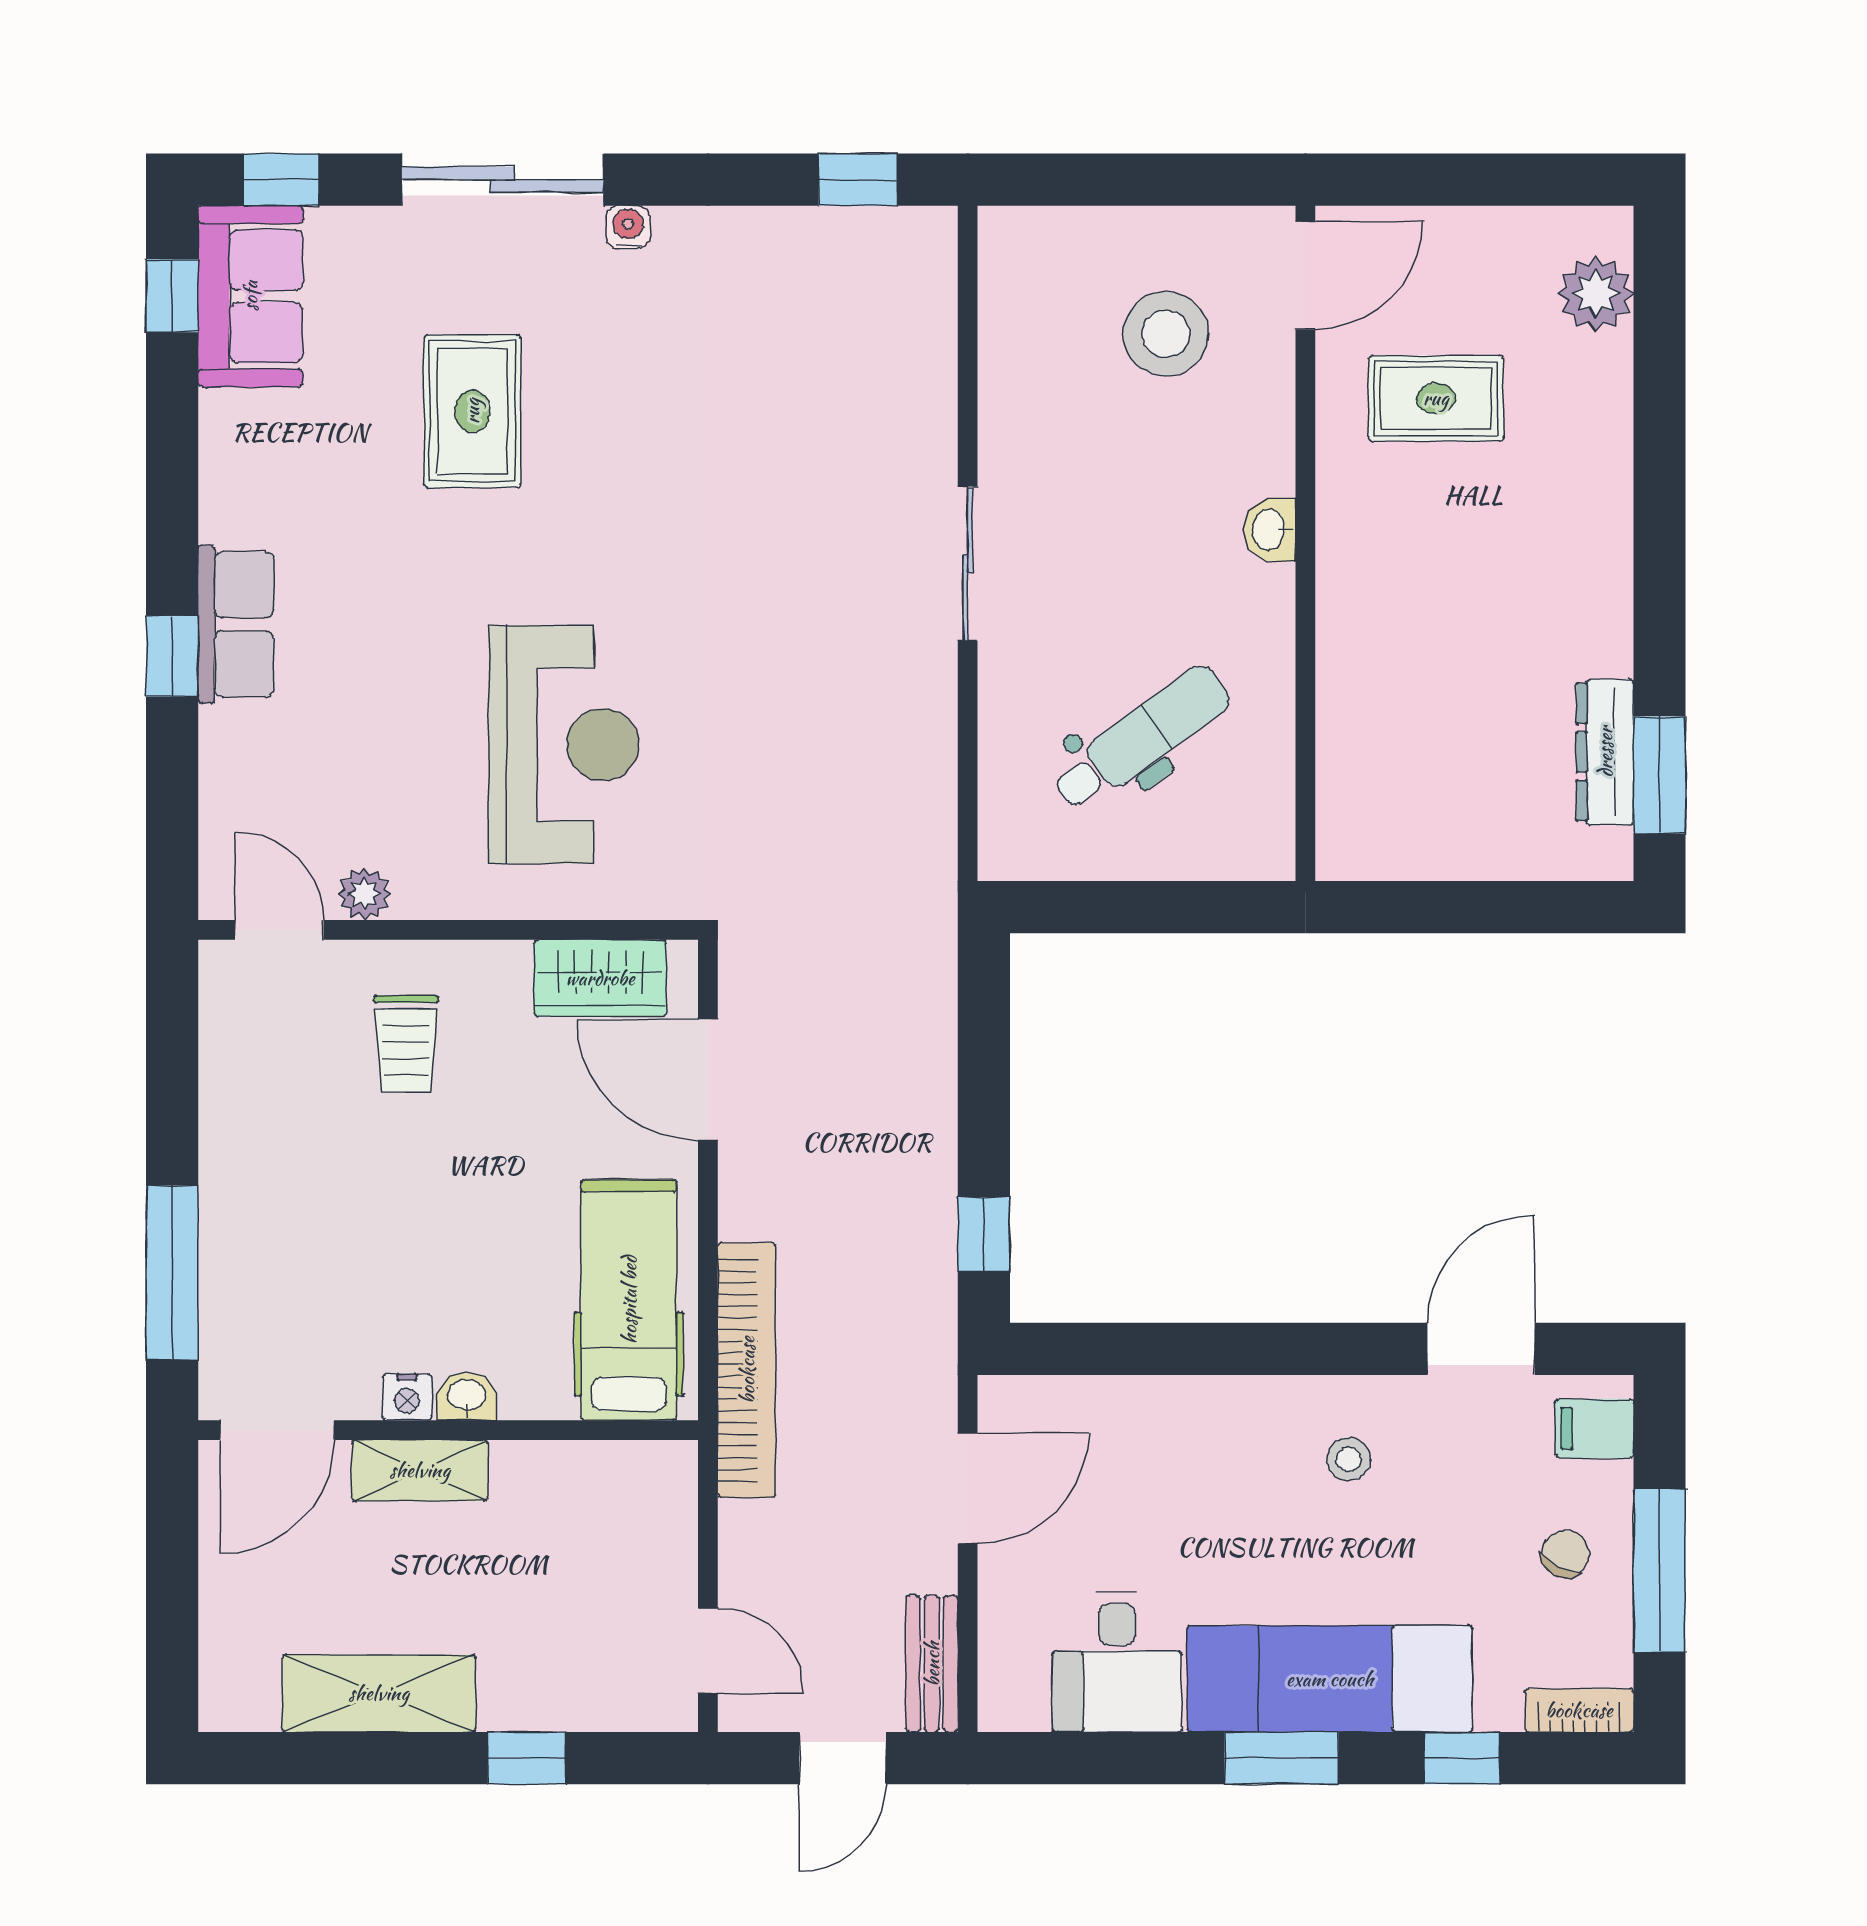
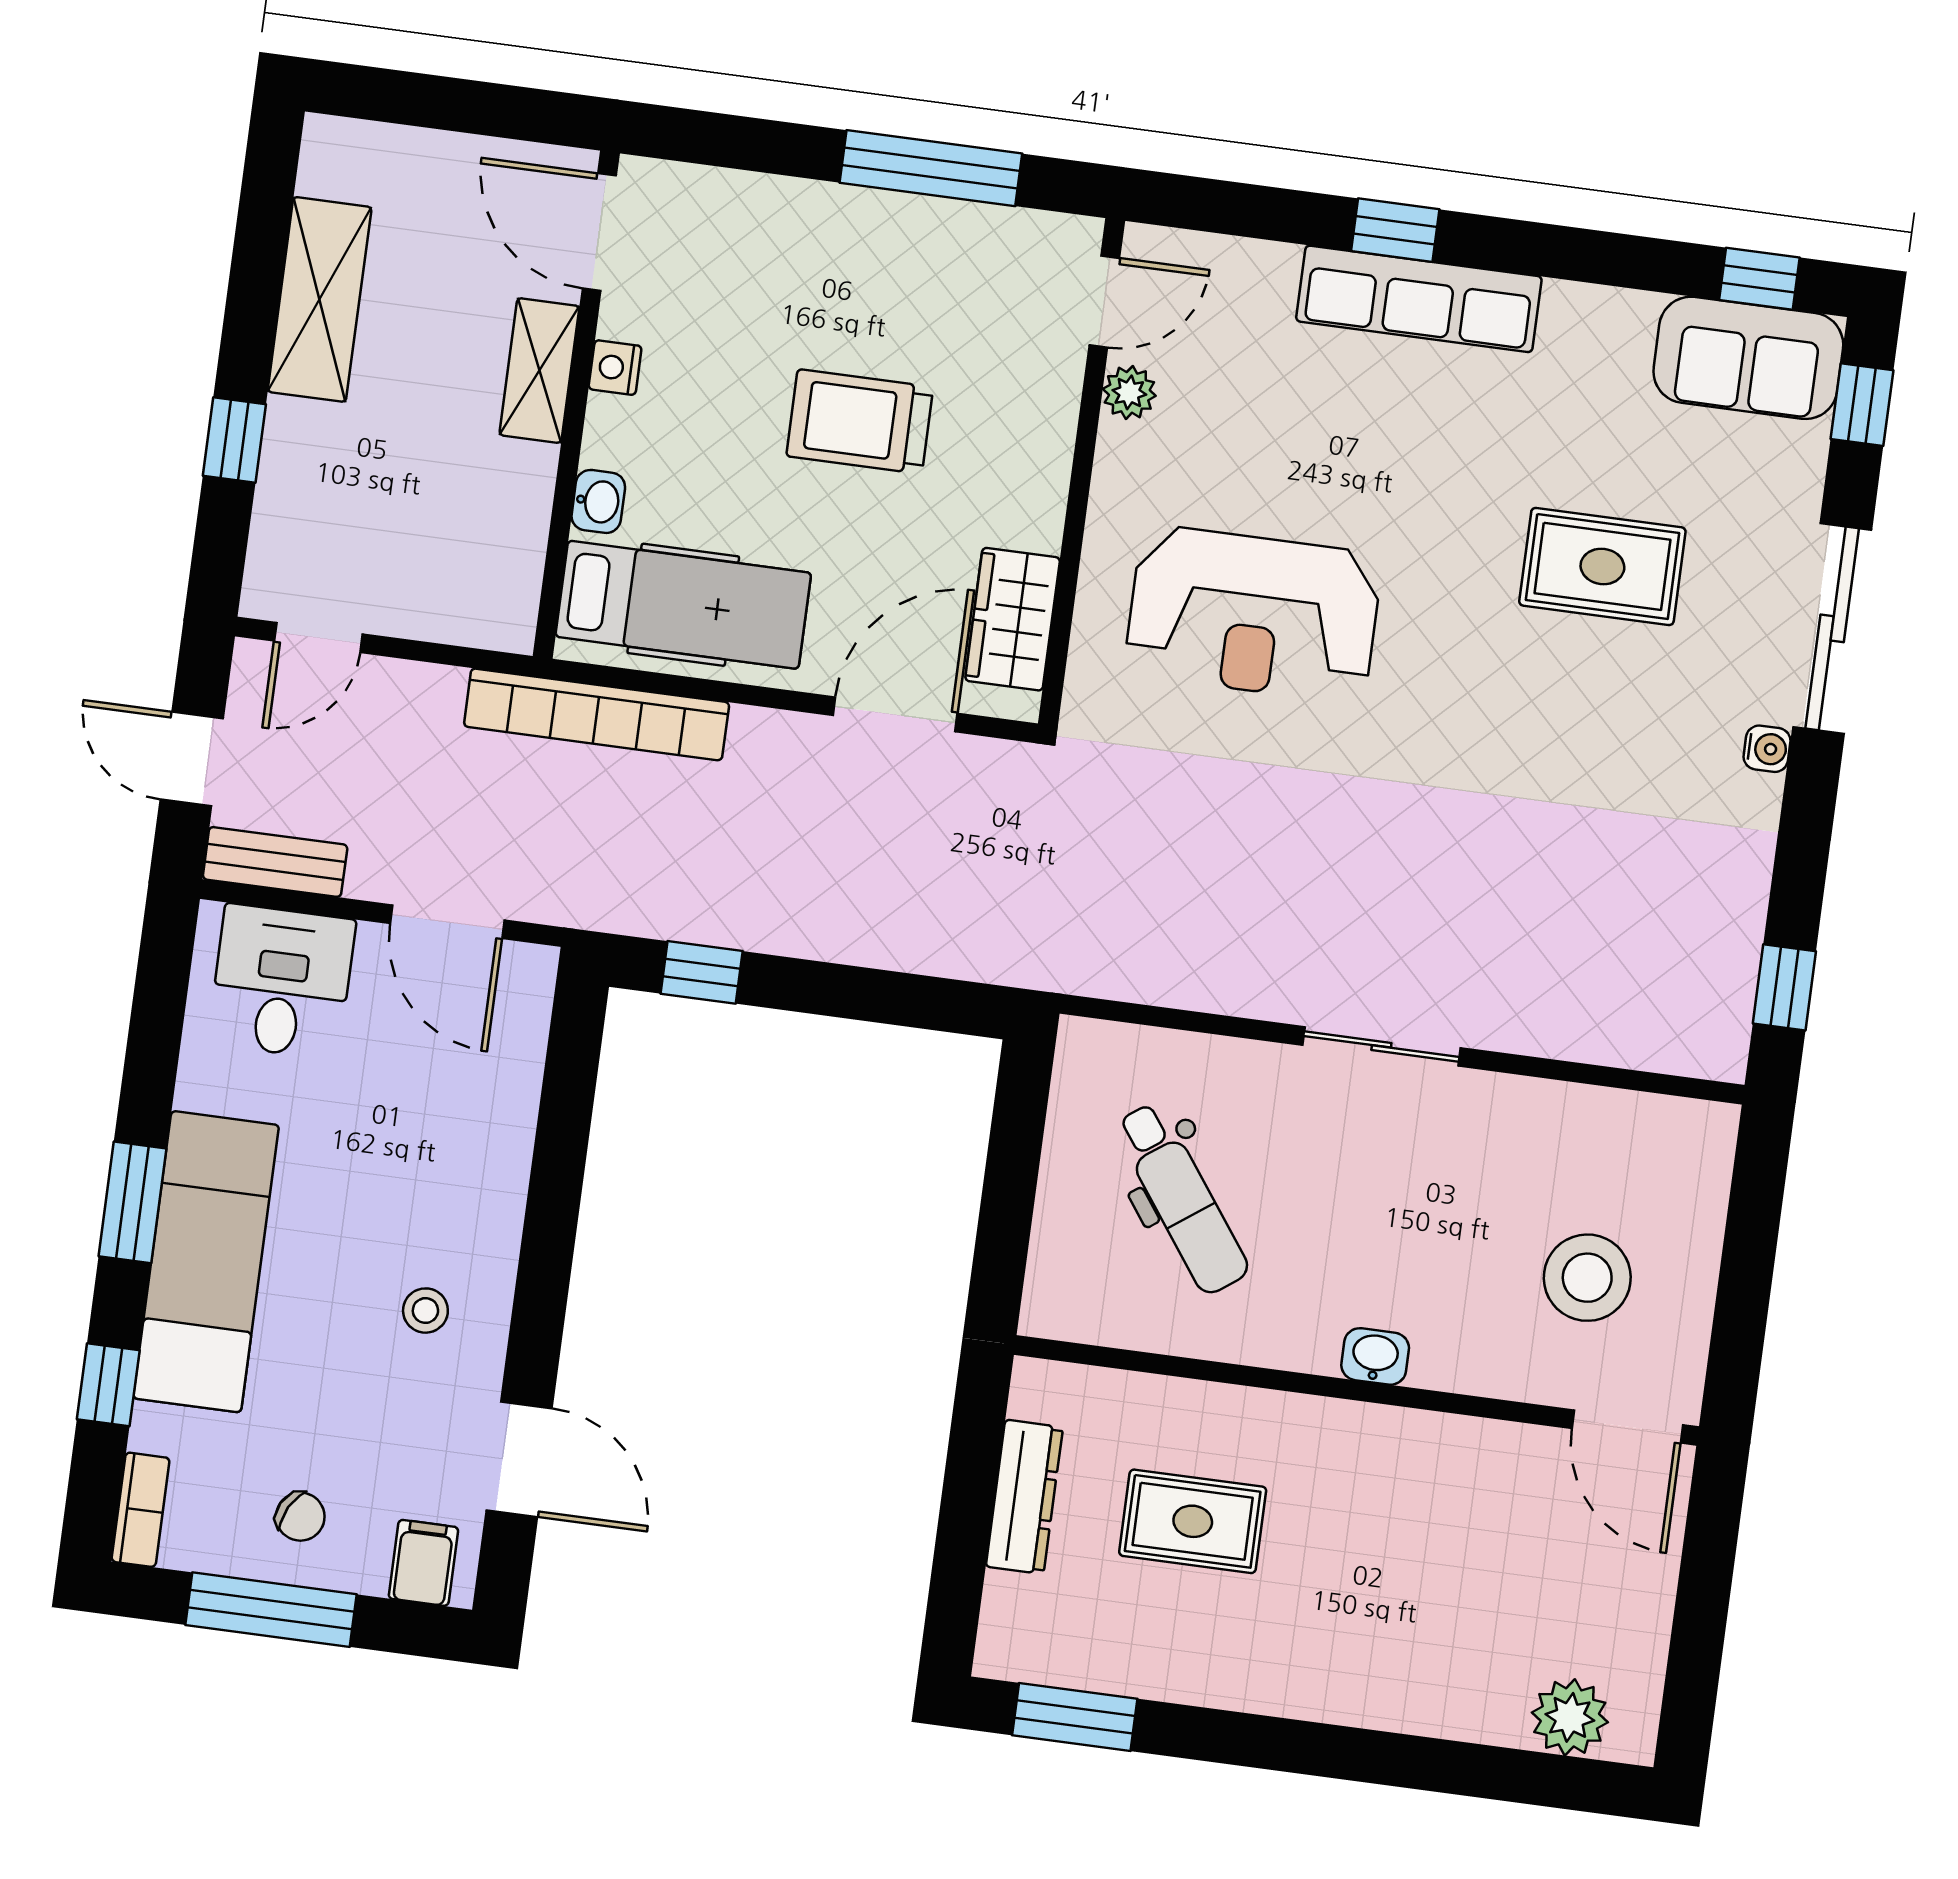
rug: (1436, 398) -> (1193, 1521), moved, turned 90
row of seats: (236, 624) -> (1419, 299), width x1.48
dresser: (1605, 752) -> (1024, 1497), moved, turned 90
trolley: (406, 1043) -> (860, 422), moved, width x1.36, depth x1.39
window: (172, 1273) -> (931, 168), moved
washbasin: (467, 1396) -> (598, 501), moved
desk: (1117, 1662) -> (282, 982), moved, turned 90

